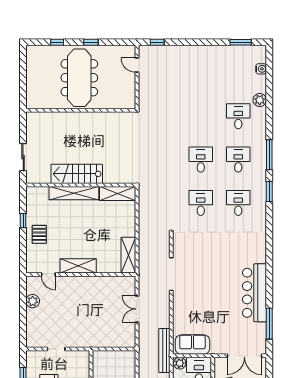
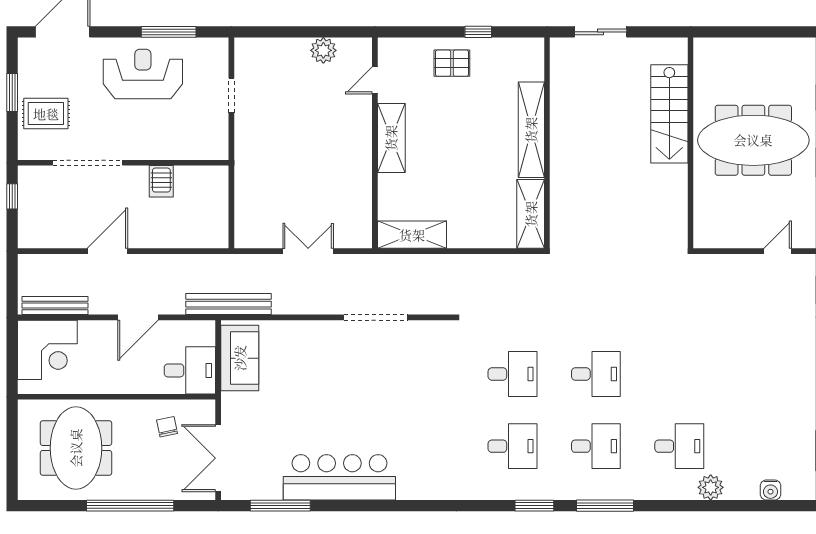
stairs: (77, 174) -> (669, 114), moved, turned 180
plant: (180, 363) -> (204, 333), removed

